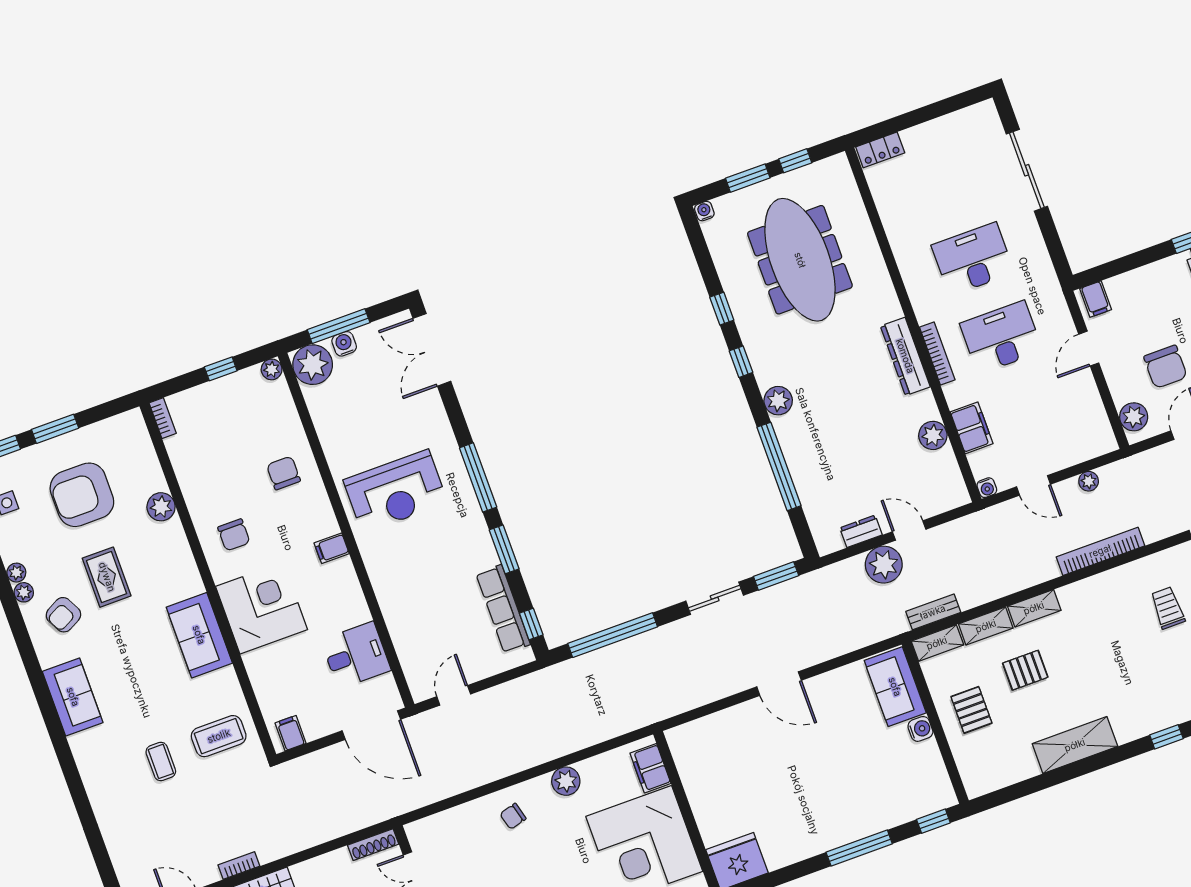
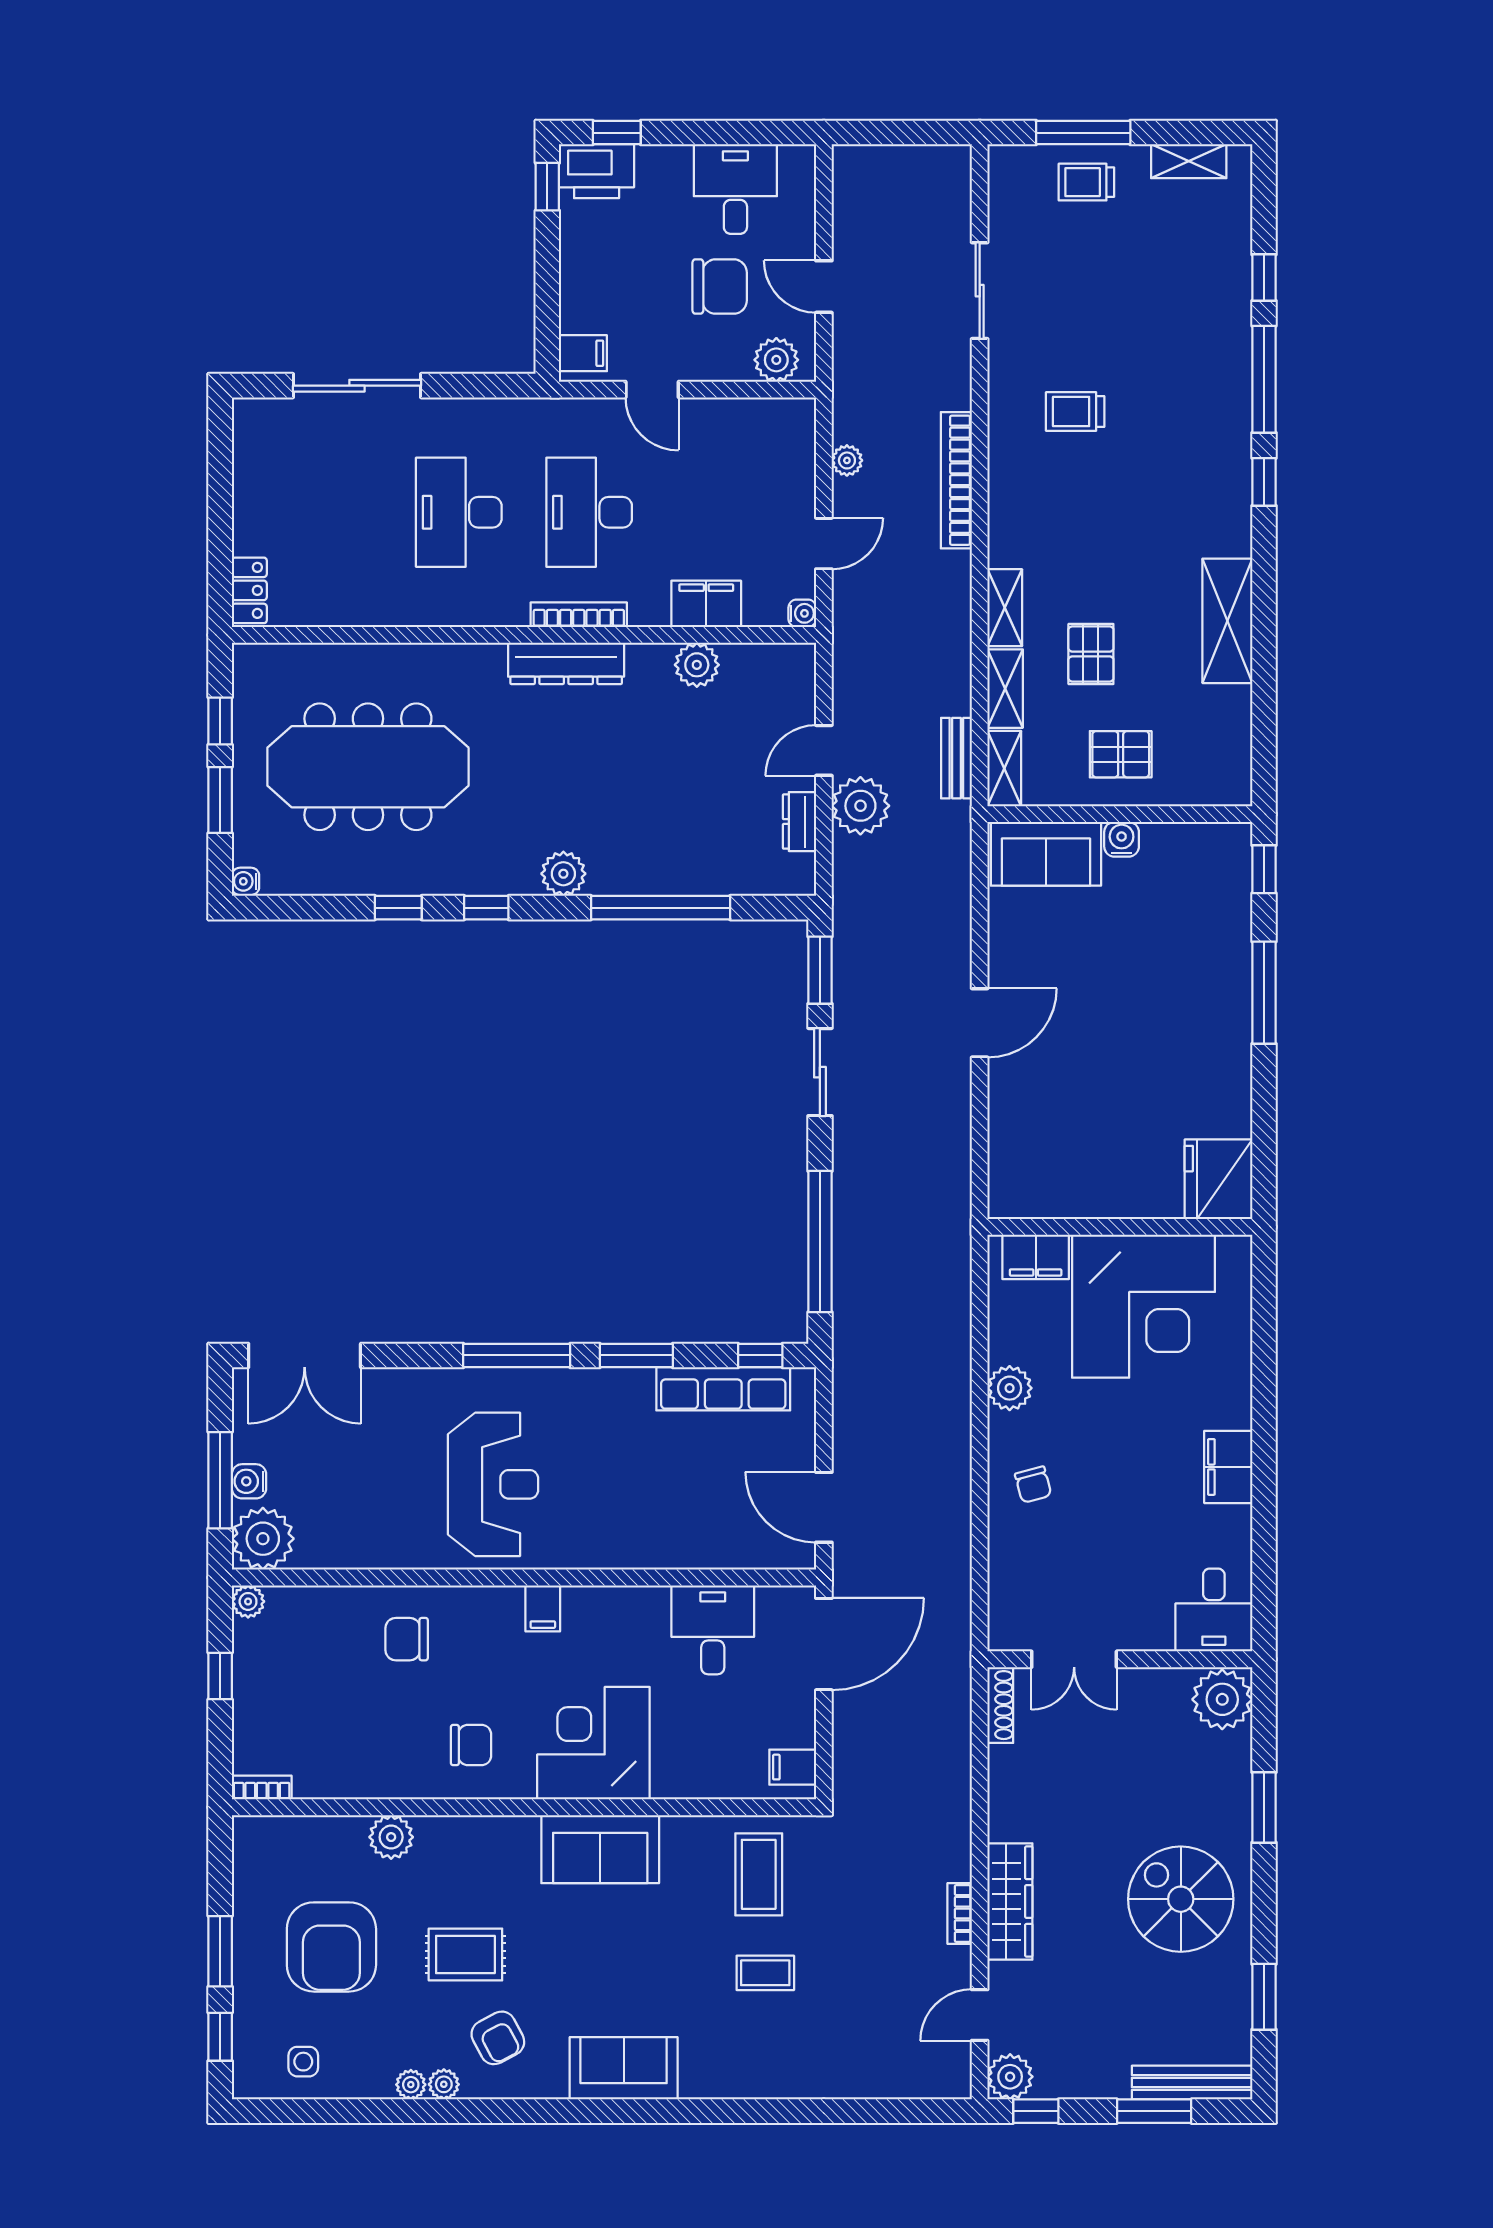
door: (454, 695) -> (824, 1507), width x1.38

